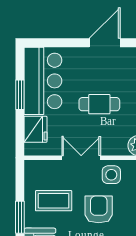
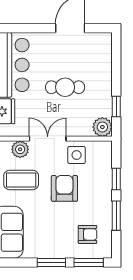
plant: (53, 169) -> (20, 149), added

